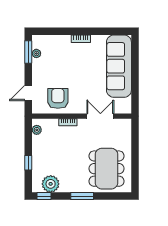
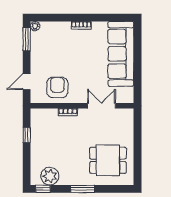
plant: (36, 53) -> (35, 26), moved
plant: (37, 130) -> (35, 120), removed
window: (28, 163) -> (27, 135), moved
dining table: (107, 169) -> (108, 160), width x0.73

